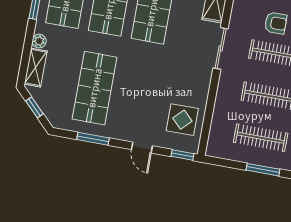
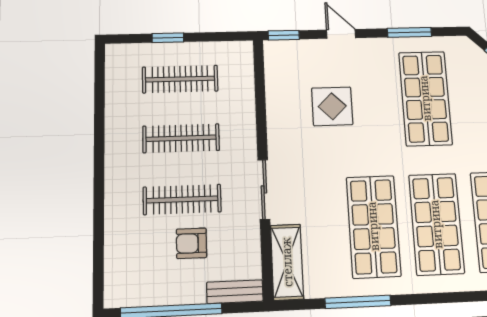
display table: (182, 120) -> (332, 106), moved
window: (263, 170) -> (168, 38), width x0.67

